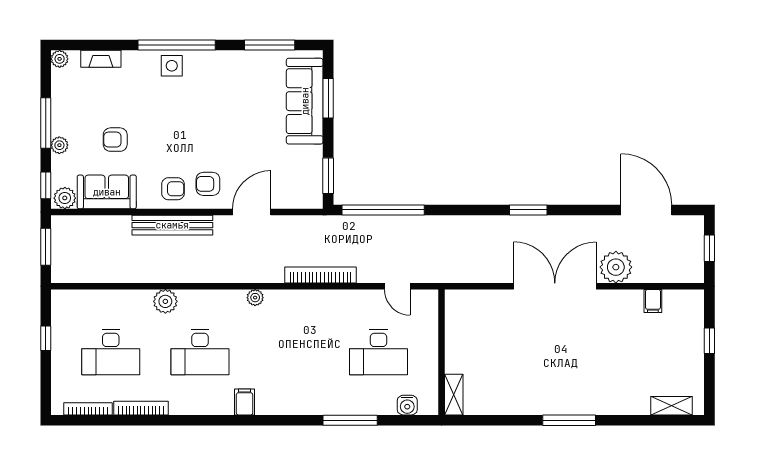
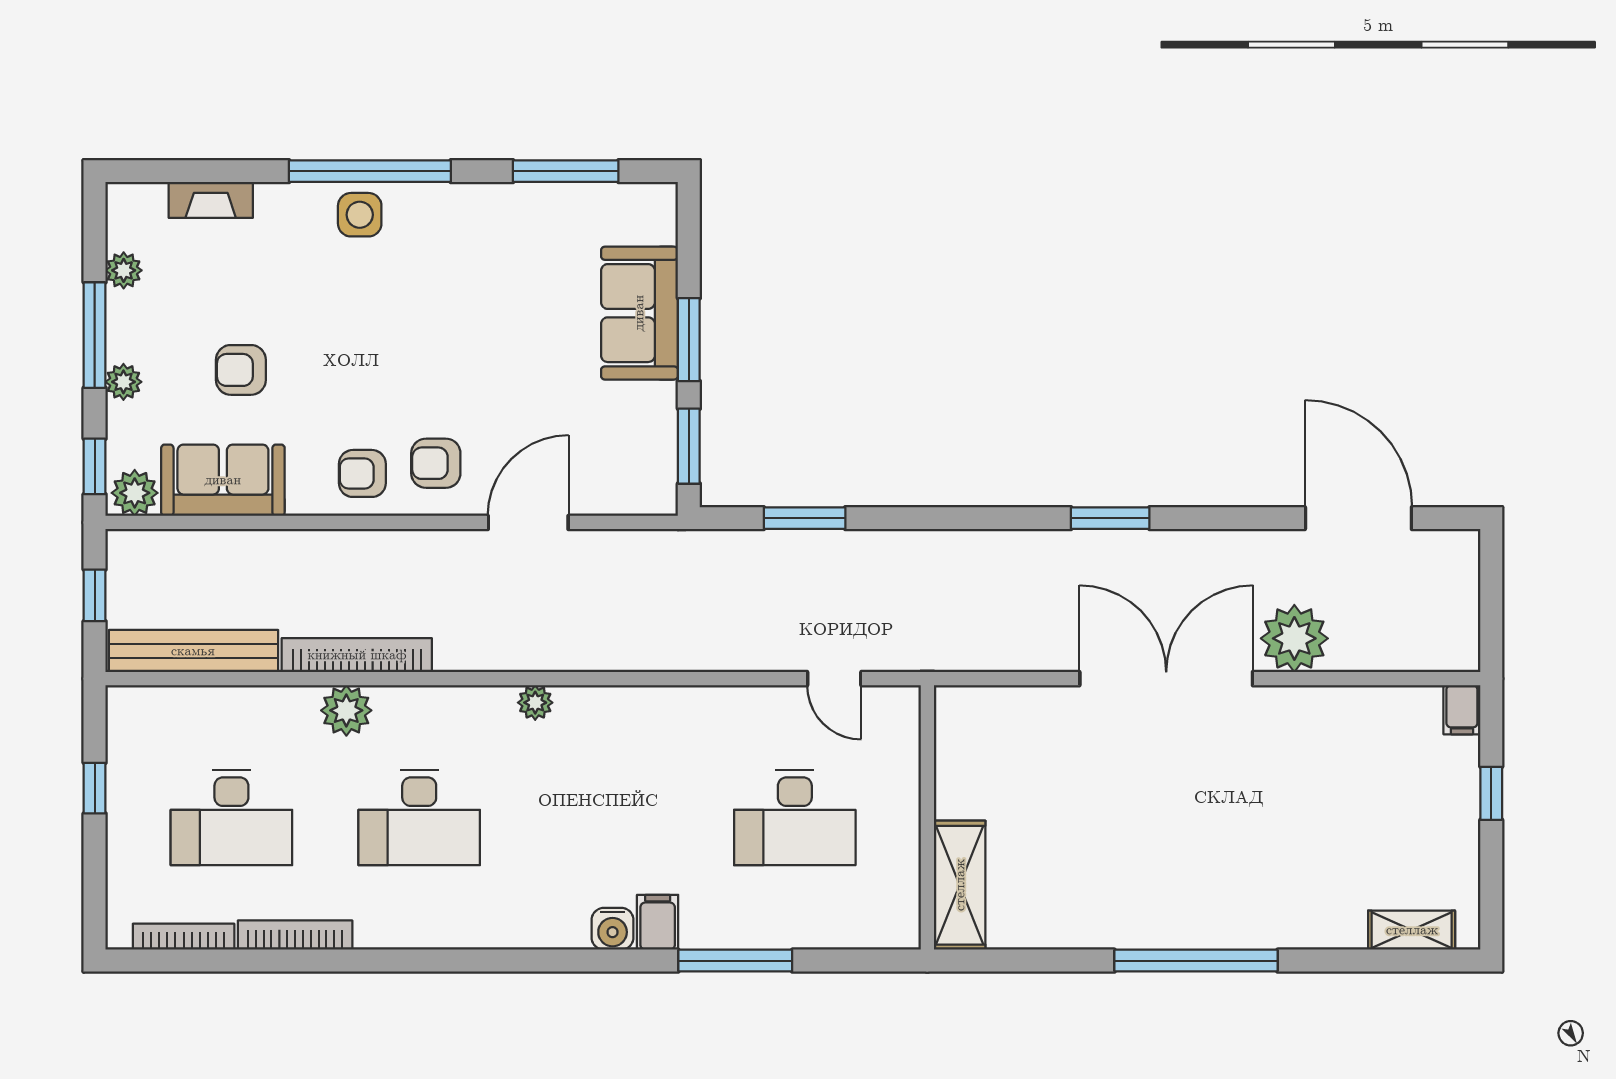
plant: (60, 59) -> (124, 270), moved
window: (328, 98) -> (689, 340), moved
sofa: (305, 101) -> (639, 313), width x0.73
armchair: (173, 189) -> (362, 473), turned 180
window: (383, 210) -> (805, 518), width x0.47
bench: (172, 225) -> (193, 651), moved
window: (46, 247) -> (95, 595), width x0.67
window: (709, 248) -> (1491, 599), removed
bookcase: (320, 275) -> (357, 655), moved
filing cabinet: (653, 301) -> (1462, 710), moved
shelving: (454, 395) -> (960, 885), width x1.50, depth x1.33
filing cabinet: (245, 402) -> (658, 922), moved
water cooler: (407, 405) -> (613, 929), moved
window: (569, 420) -> (1196, 961), width x1.46

